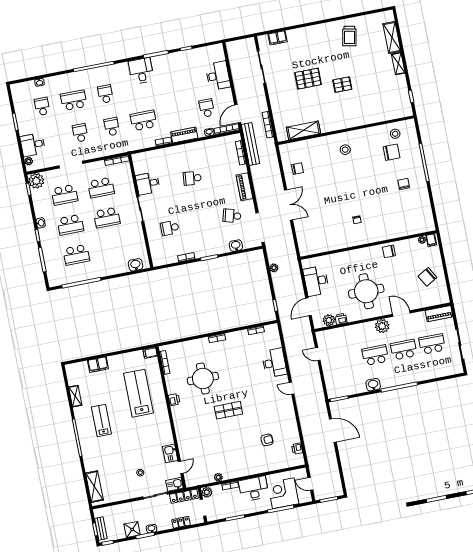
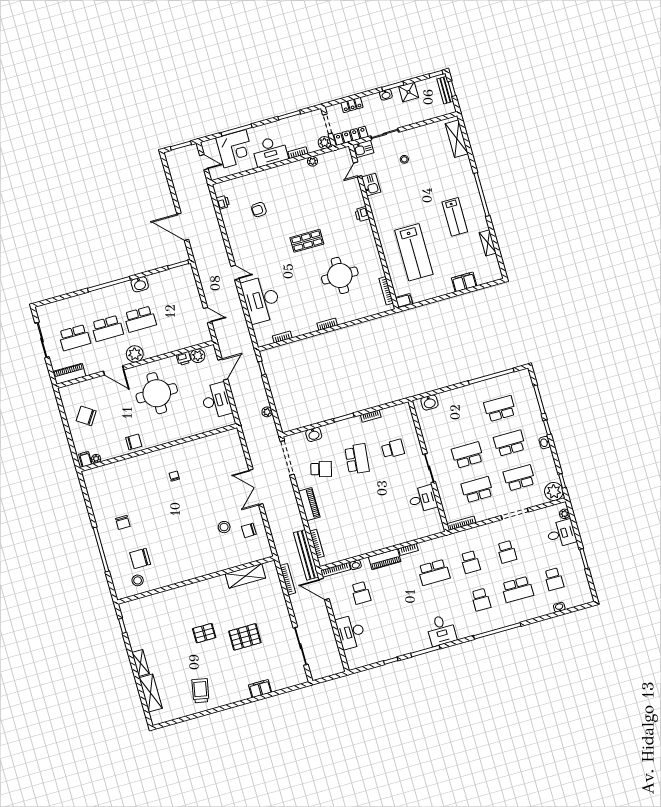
filing cabinet: (277, 38) -> (260, 689), moved
door: (238, 114) -> (324, 589), swing flipped
stool: (345, 150) -> (224, 527), moved
school desk: (192, 178) -> (357, 459), moved, width x1.85
chair: (427, 277) -> (86, 416), turned -116
desk: (274, 363) -> (261, 300), width x1.36, depth x1.30
printer: (174, 400) -> (362, 214), moved

